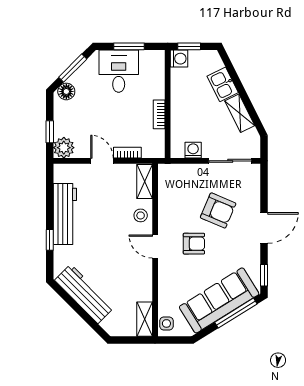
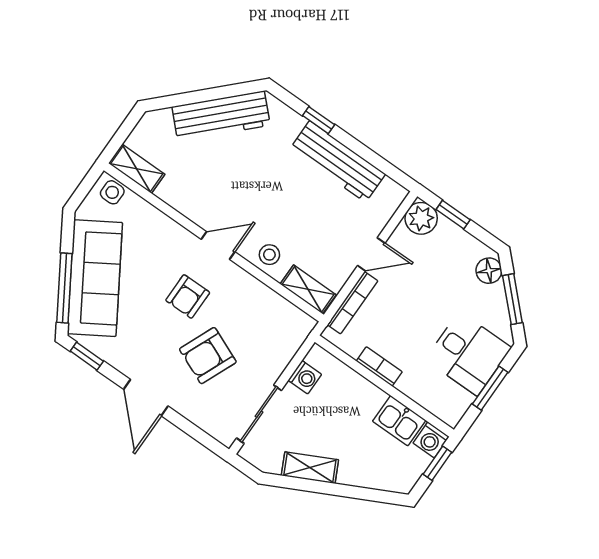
kitchen sink: (223, 84) -> (399, 421), moved, turned -153
bookcase: (127, 153) -> (353, 303), width x1.56

